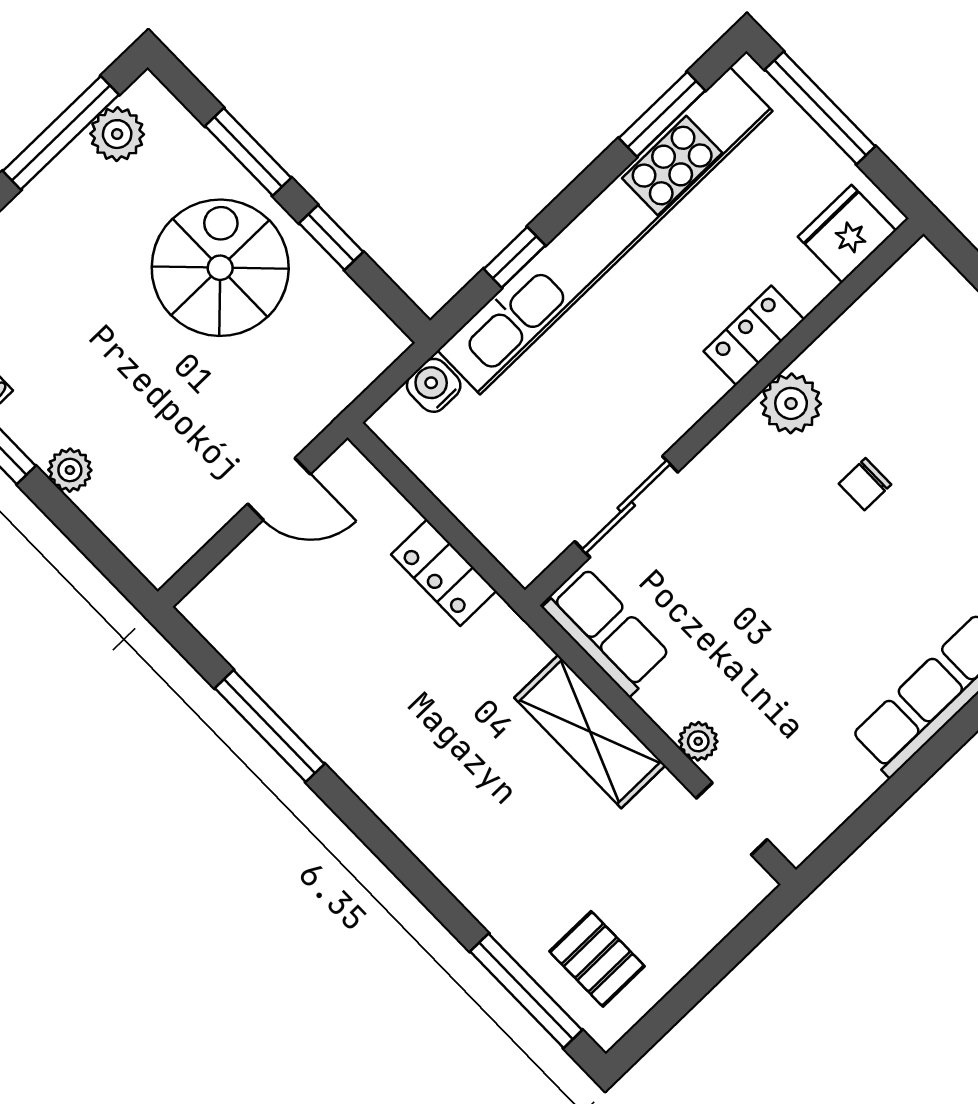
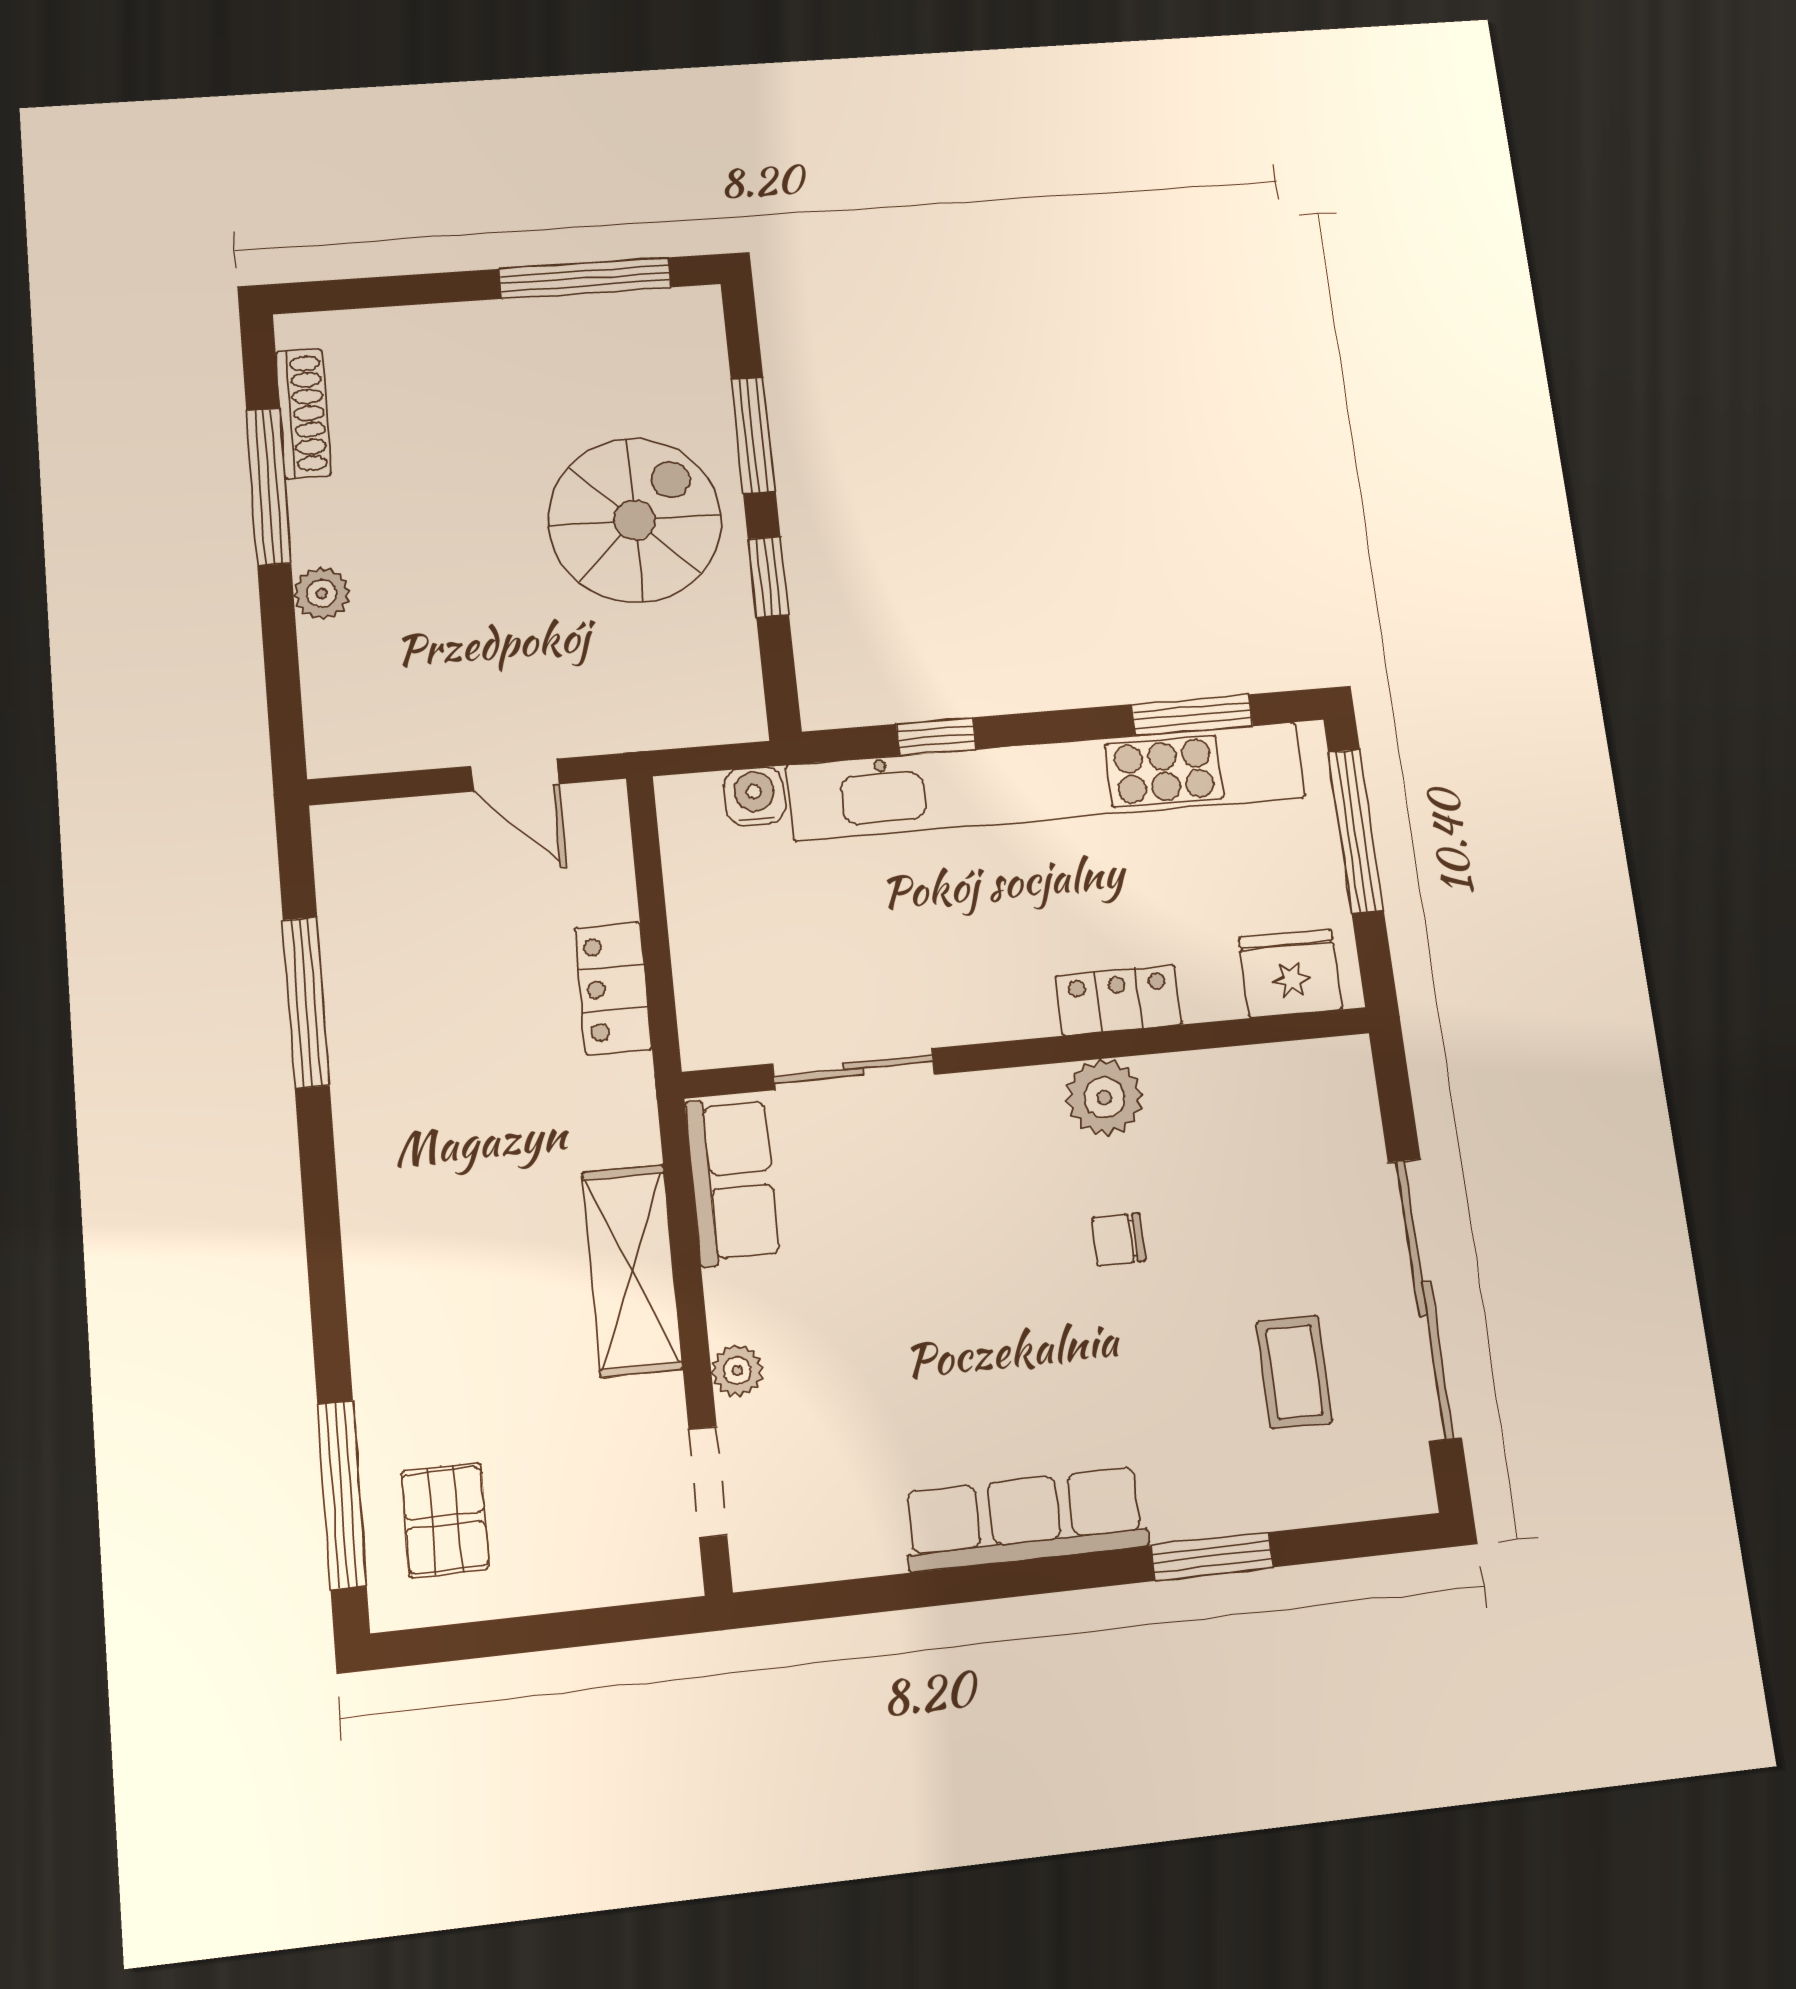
plant: (117, 134) -> (639, 321), removed

